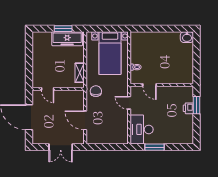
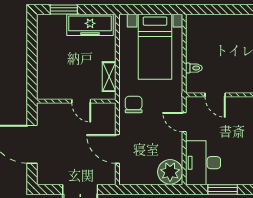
window: (63, 29) -> (64, 10), moved
door: (48, 89) -> (81, 101), moved
plant: (120, 135) -> (170, 172), added

